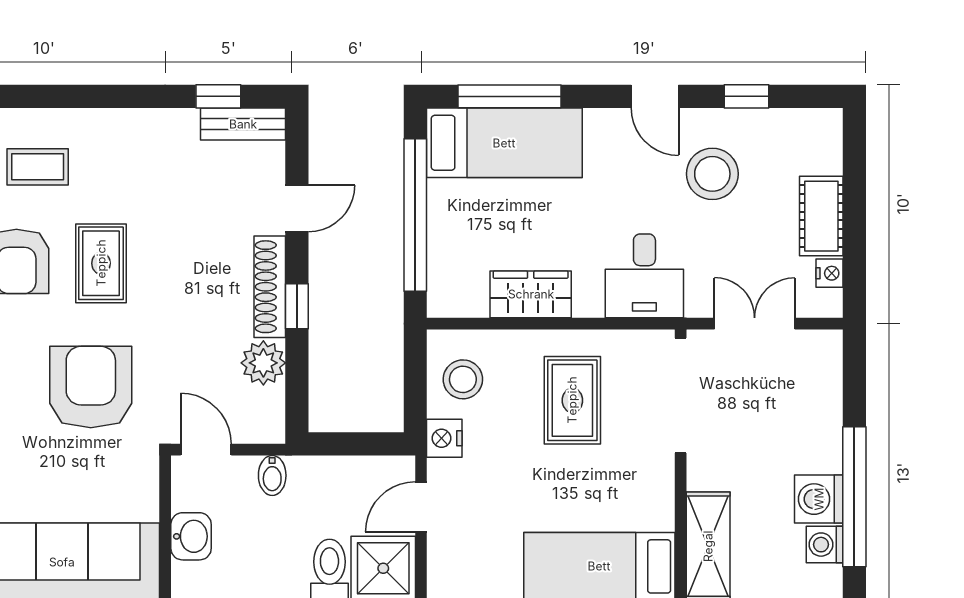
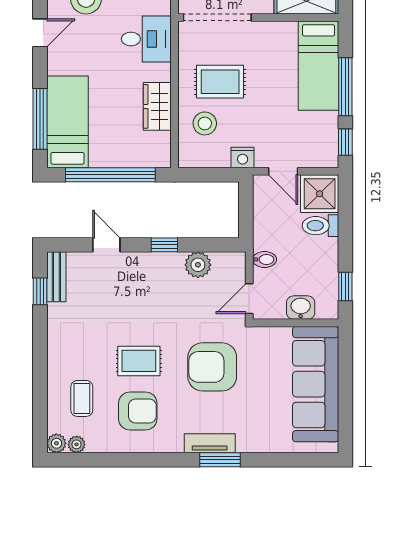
shoe rack: (270, 287) -> (153, 261), removed
stool: (463, 379) -> (205, 123), moved

